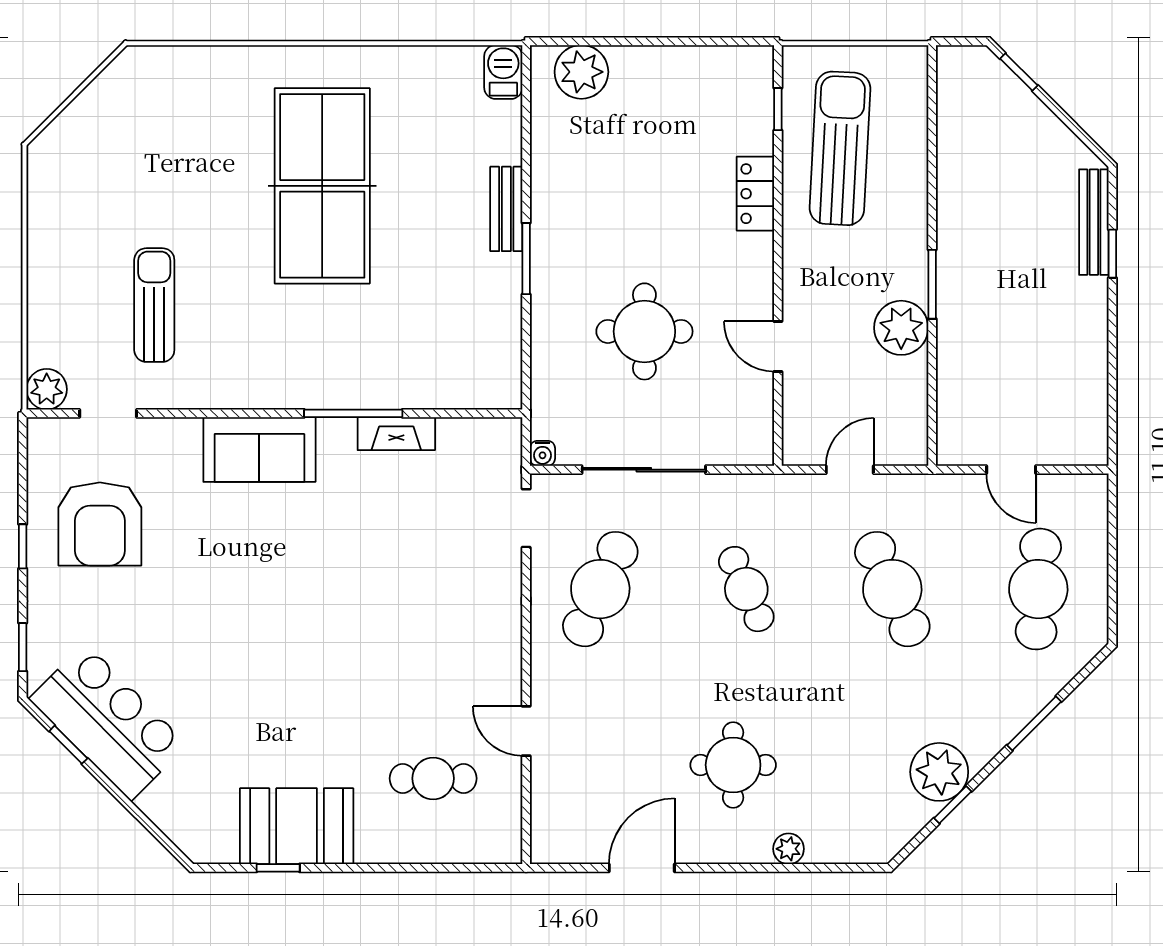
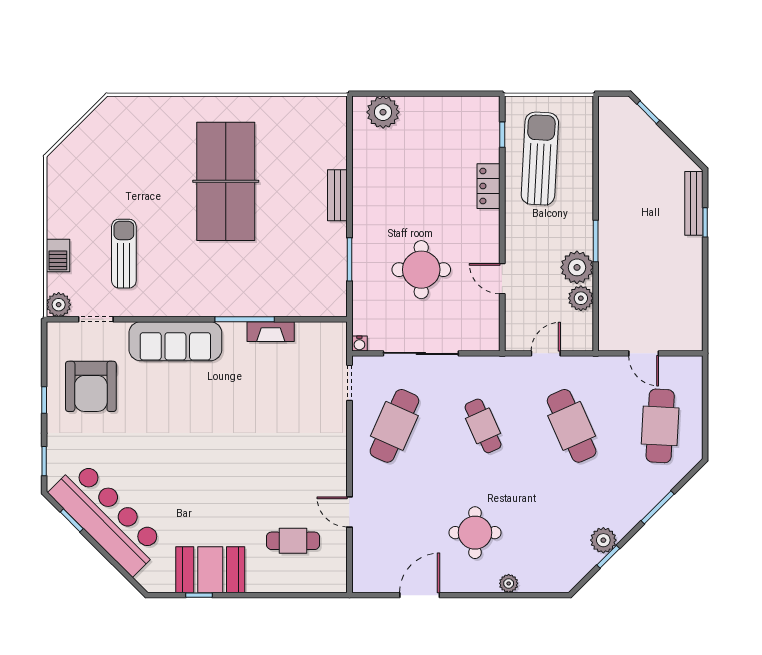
barbecue: (503, 72) -> (58, 256), moved, turned 180
window: (526, 259) -> (349, 259), moved
plant: (908, 379) -> (581, 298), added
sofa: (259, 450) -> (175, 341), width x1.36
bar counter: (108, 722) -> (107, 518), width x1.36
plant: (939, 772) -> (603, 540), width x0.73, depth x0.73

